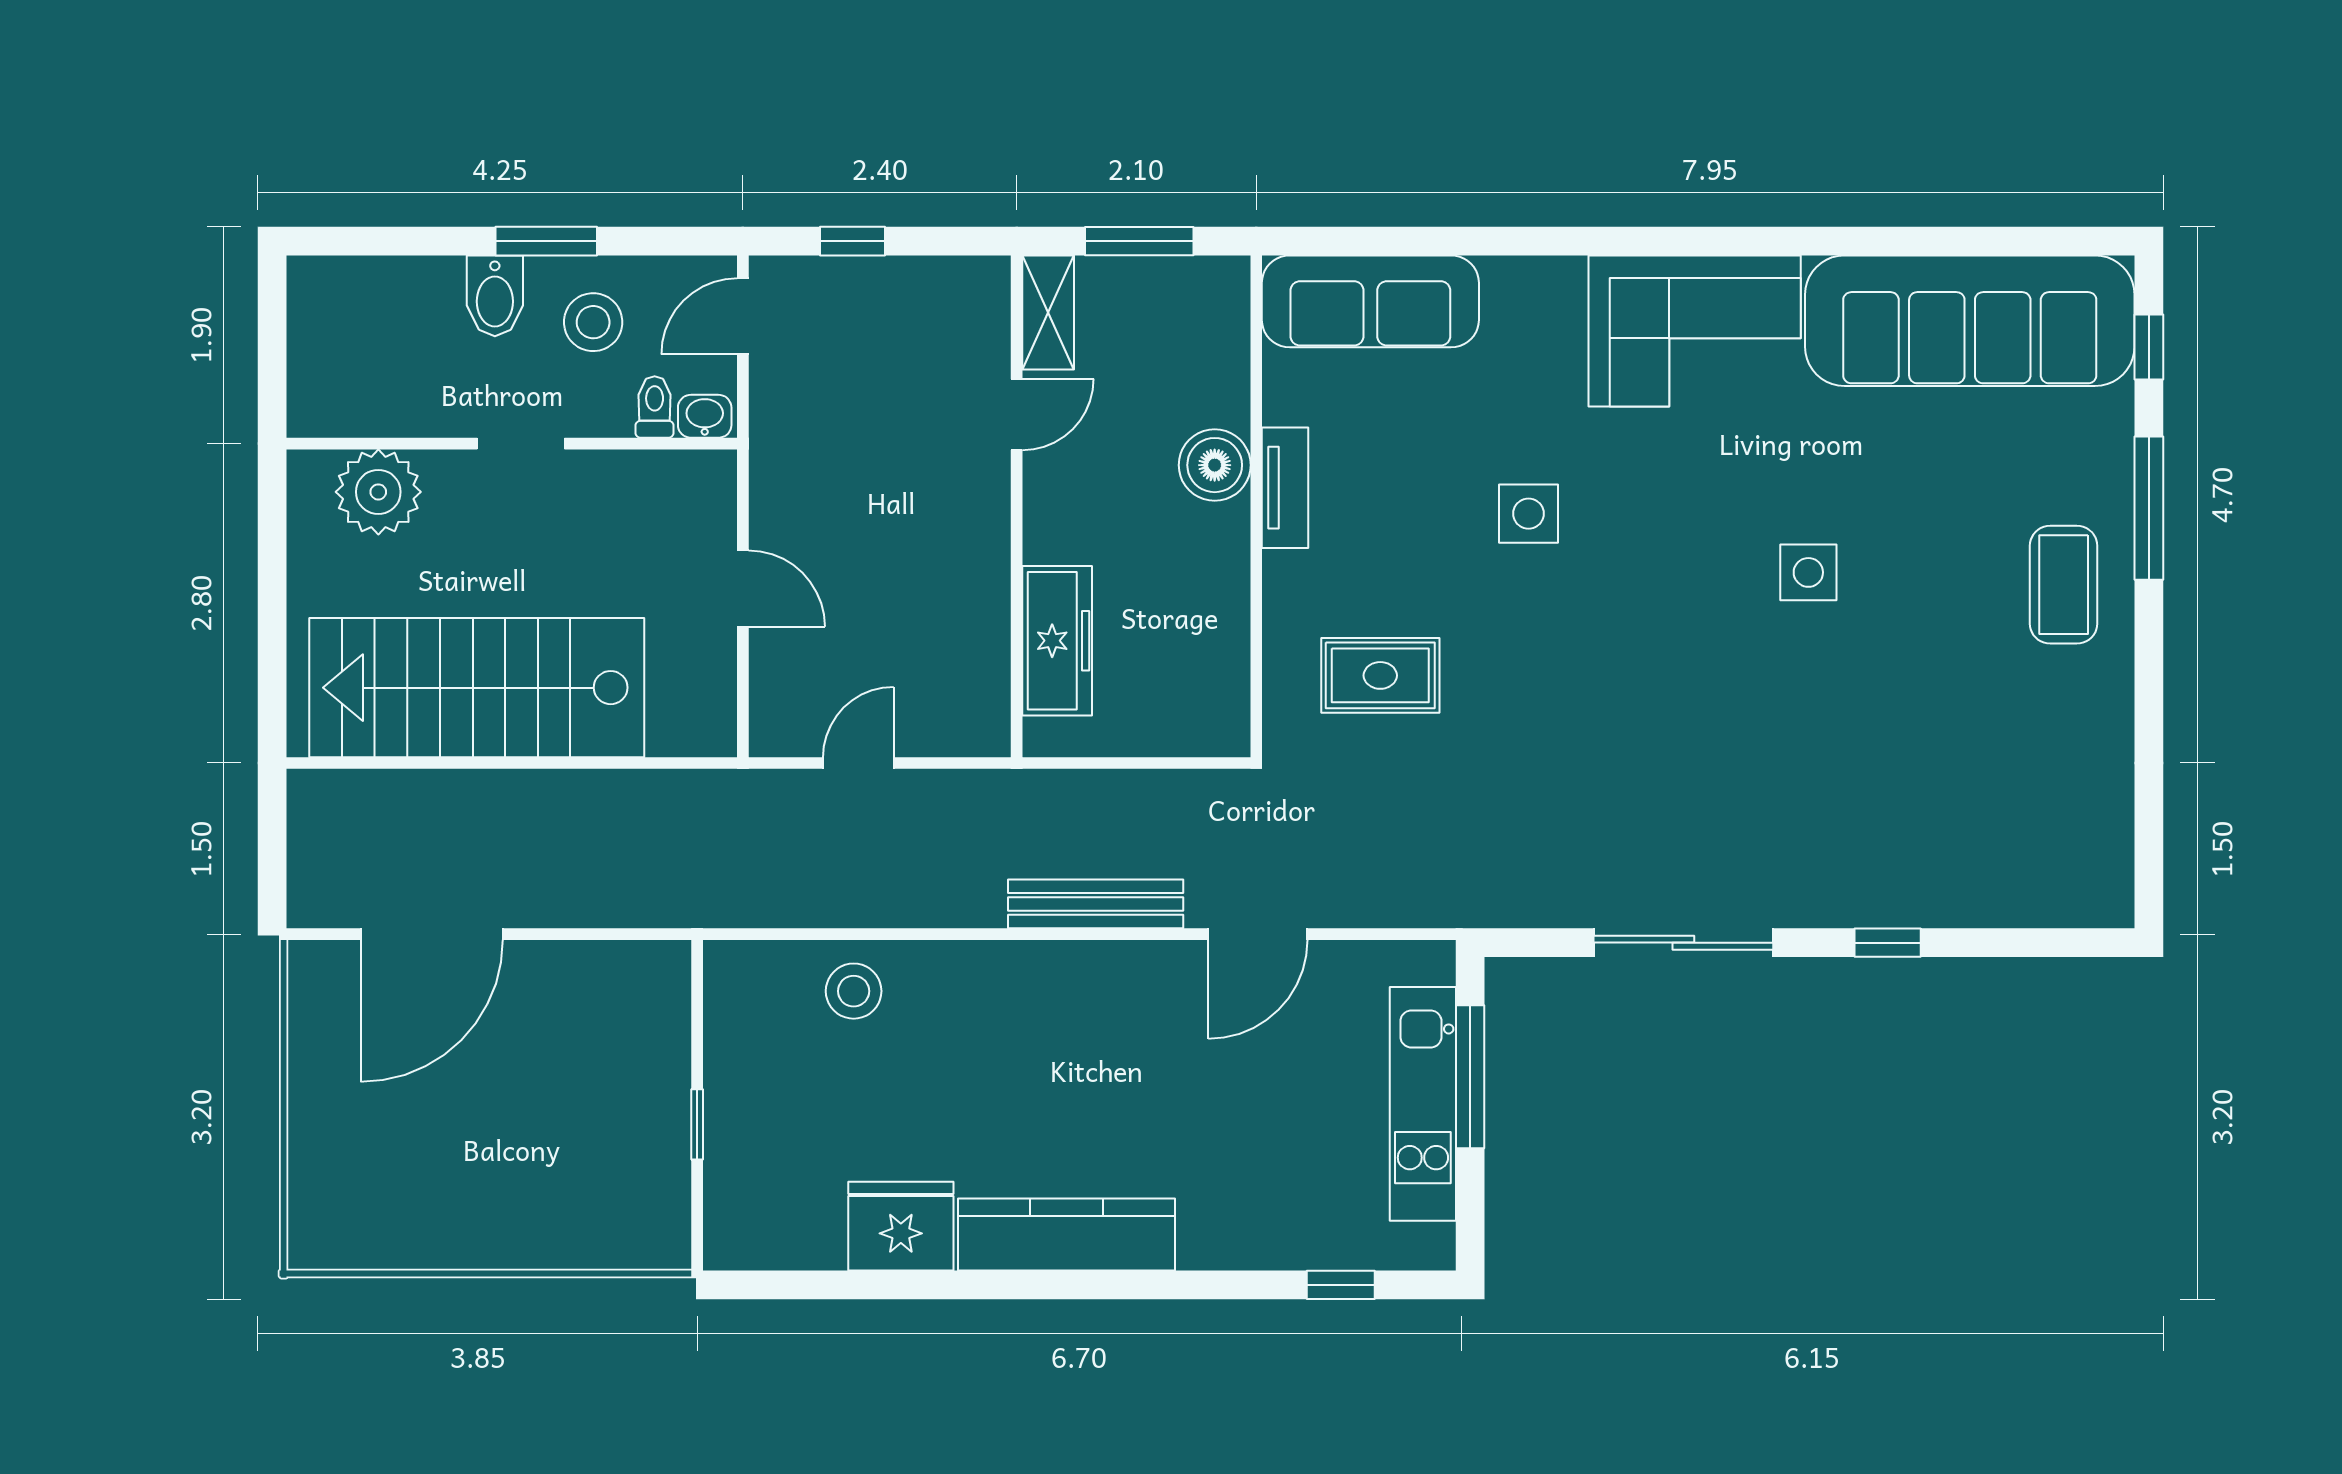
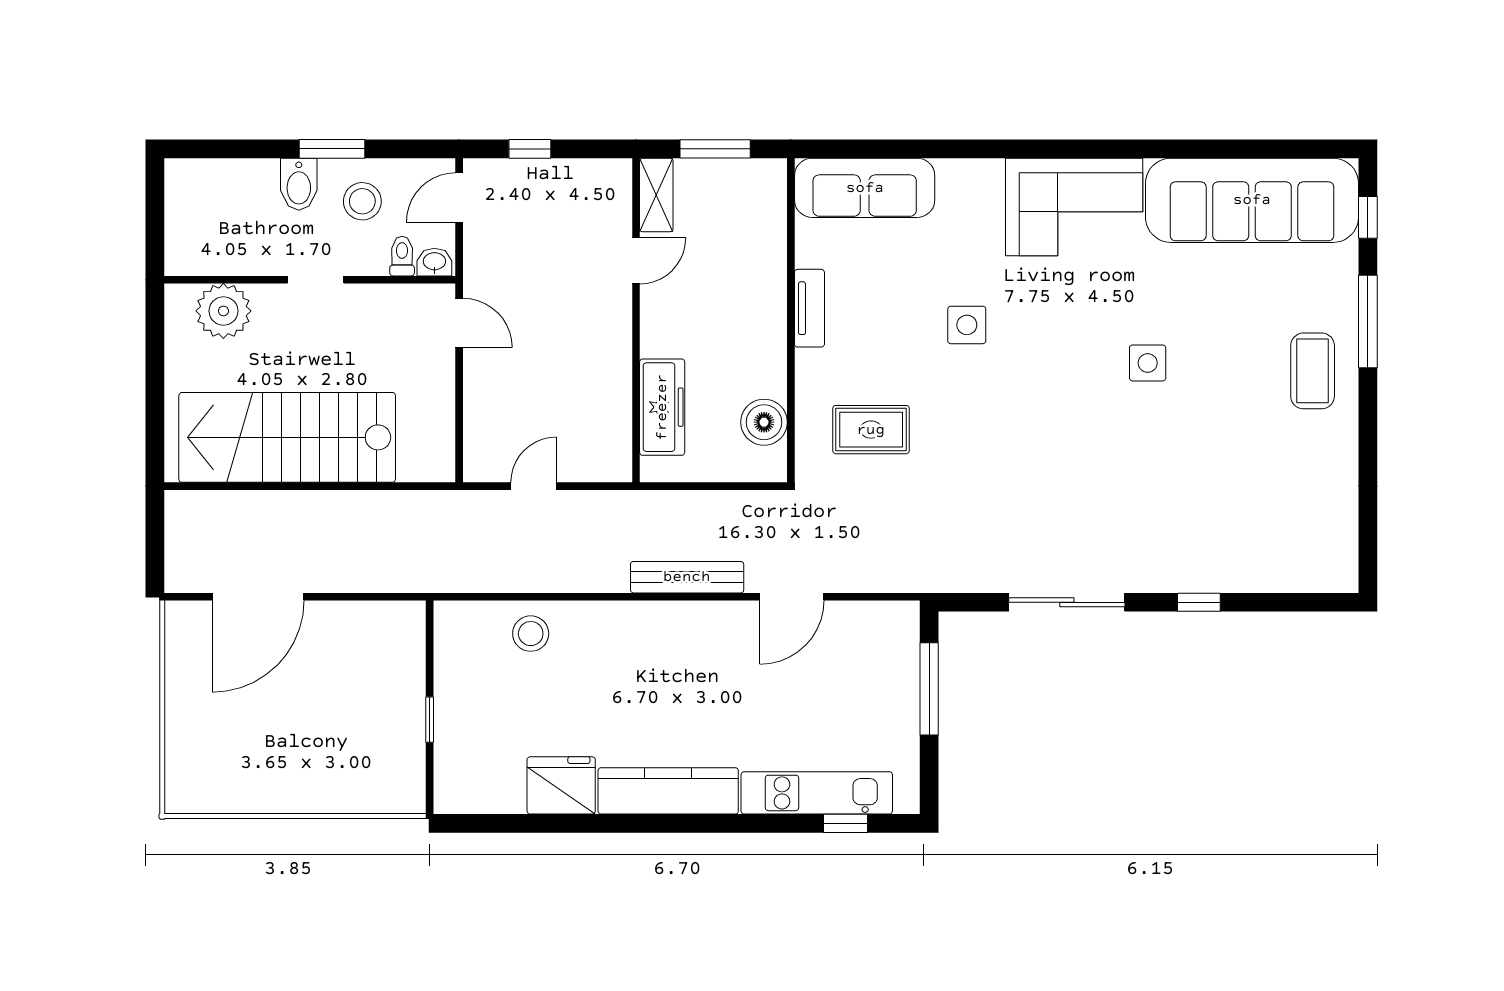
boiler: (1215, 465) -> (764, 422), moved
door: (743, 589) -> (459, 323), moved
kitchen unit: (1423, 1104) -> (817, 793), moved, turned 90

